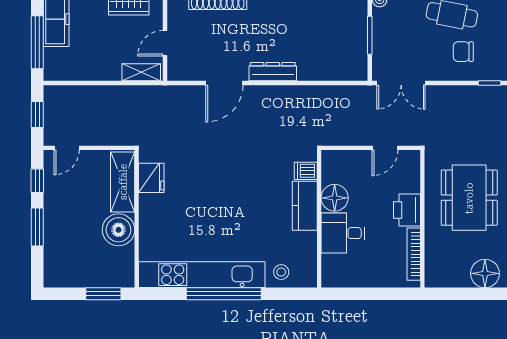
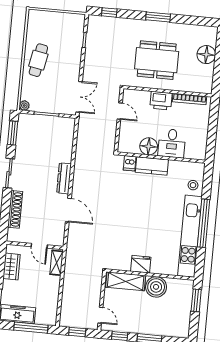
chair: (463, 52) -> (63, 55), removed
fridge: (151, 178) -> (141, 264), moved

